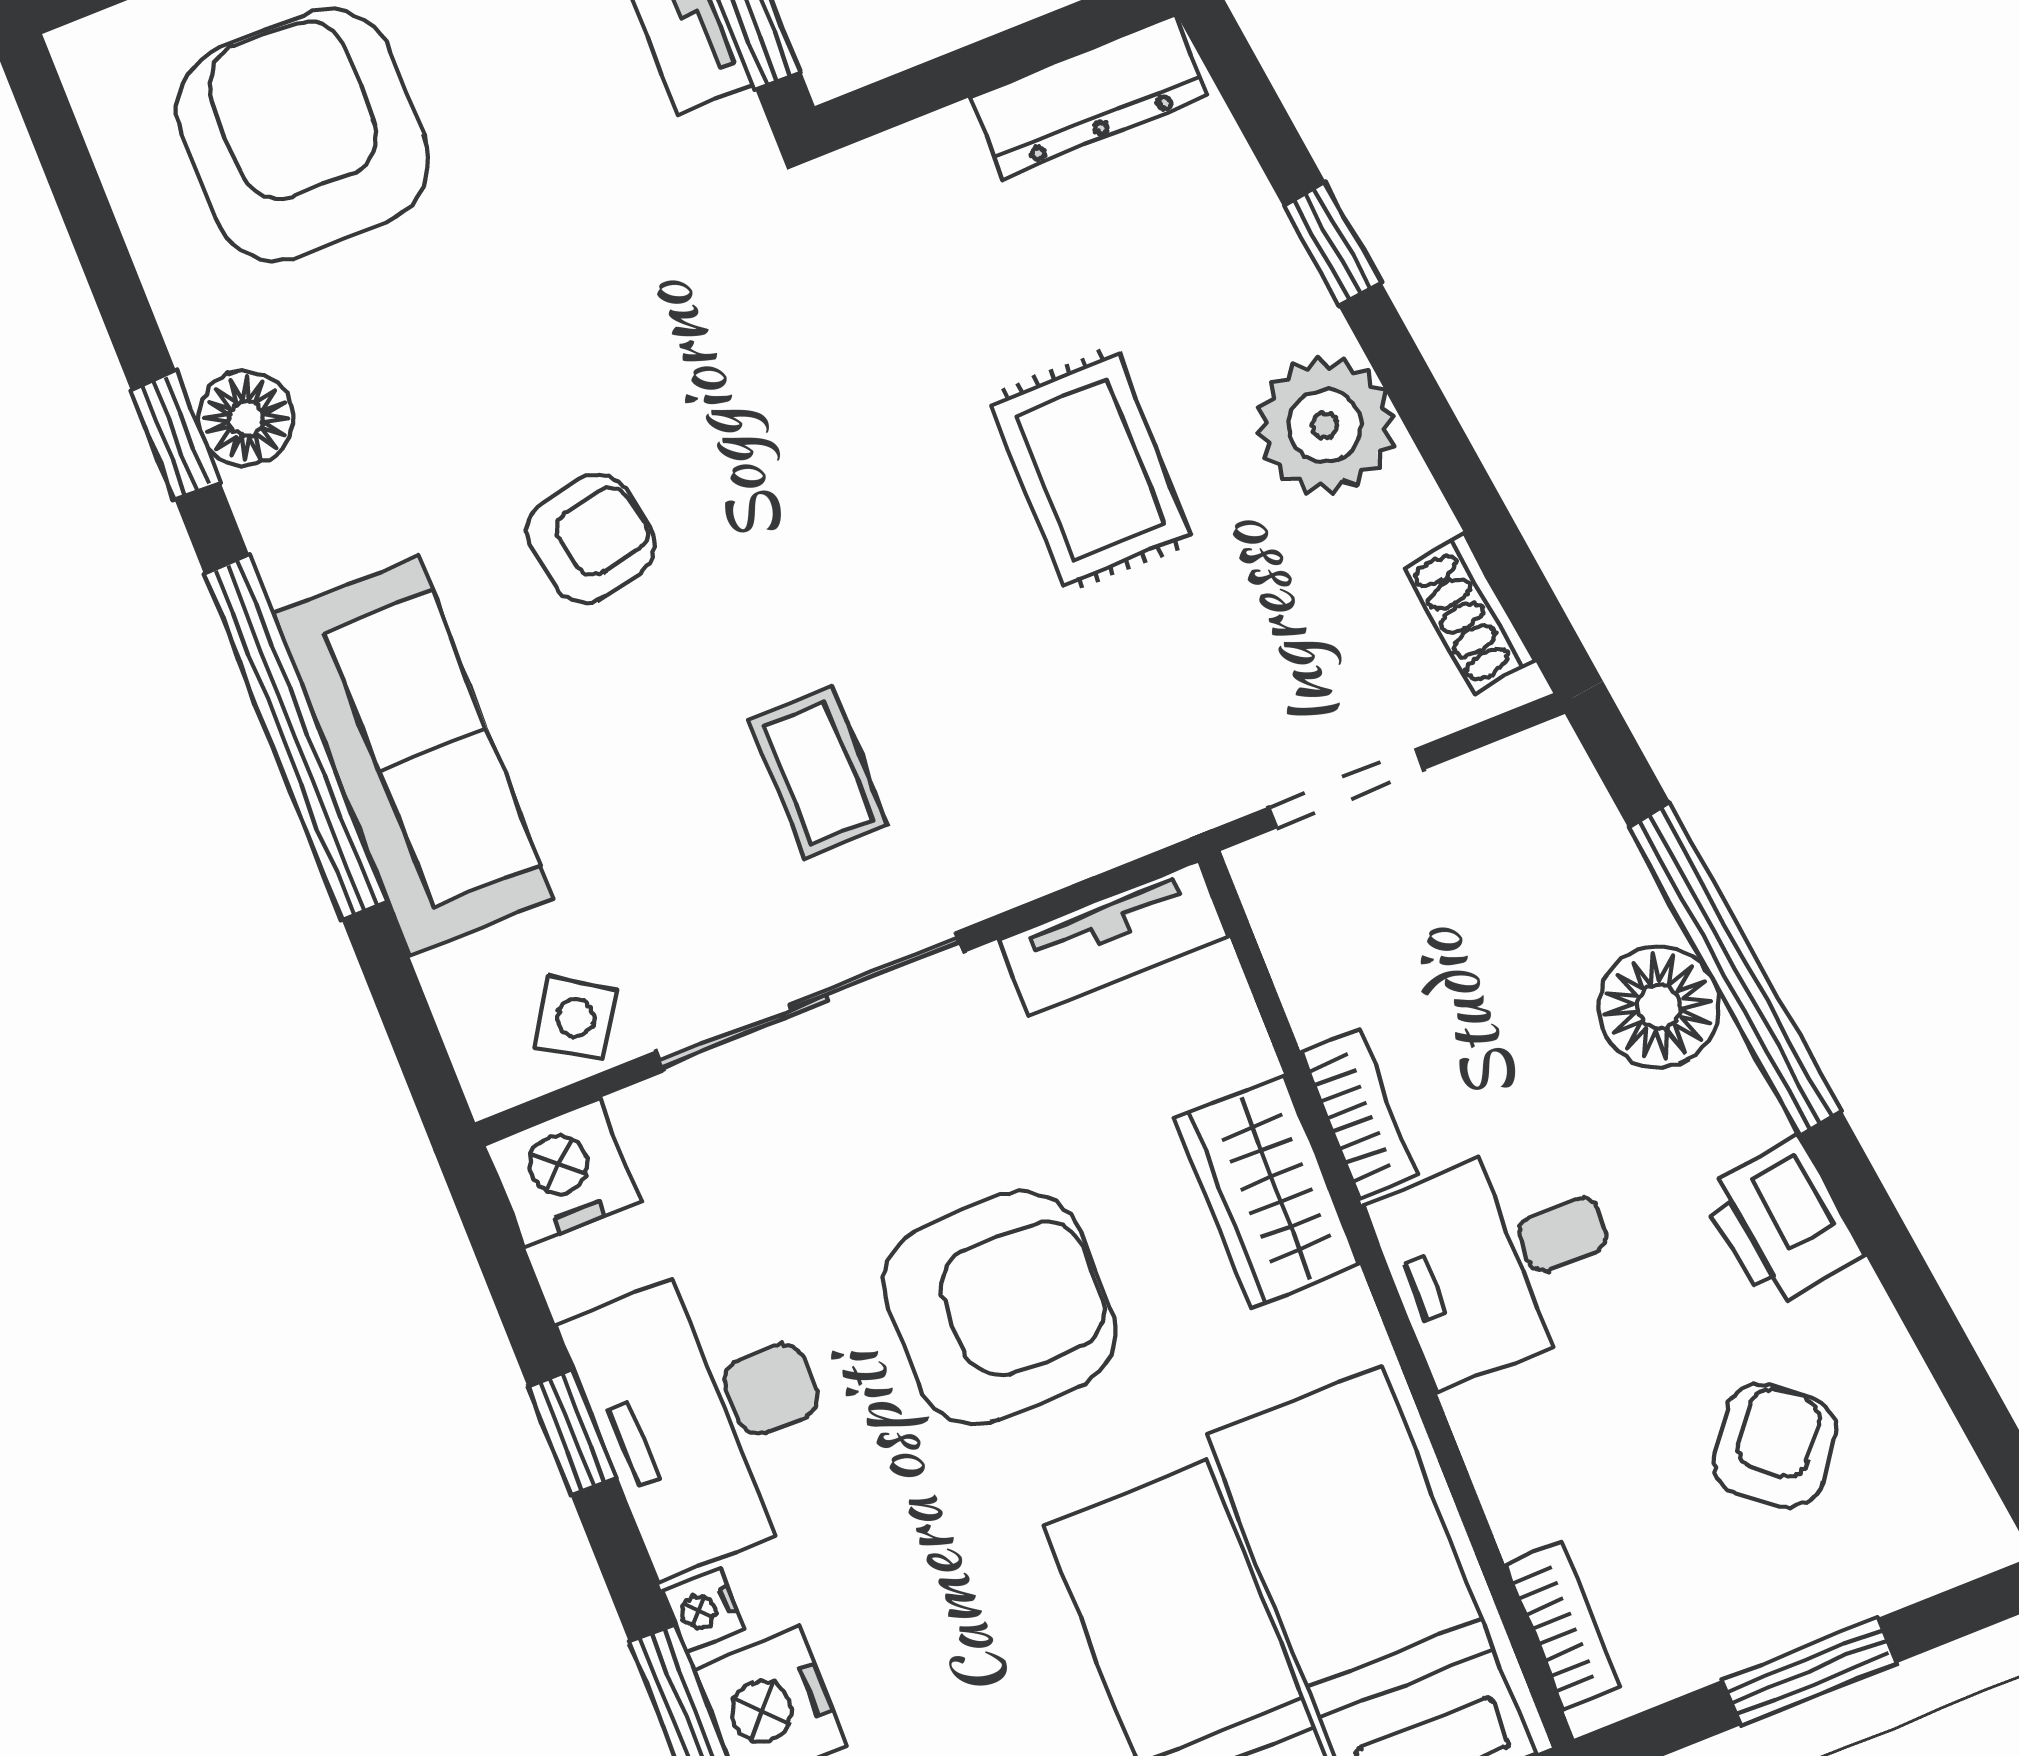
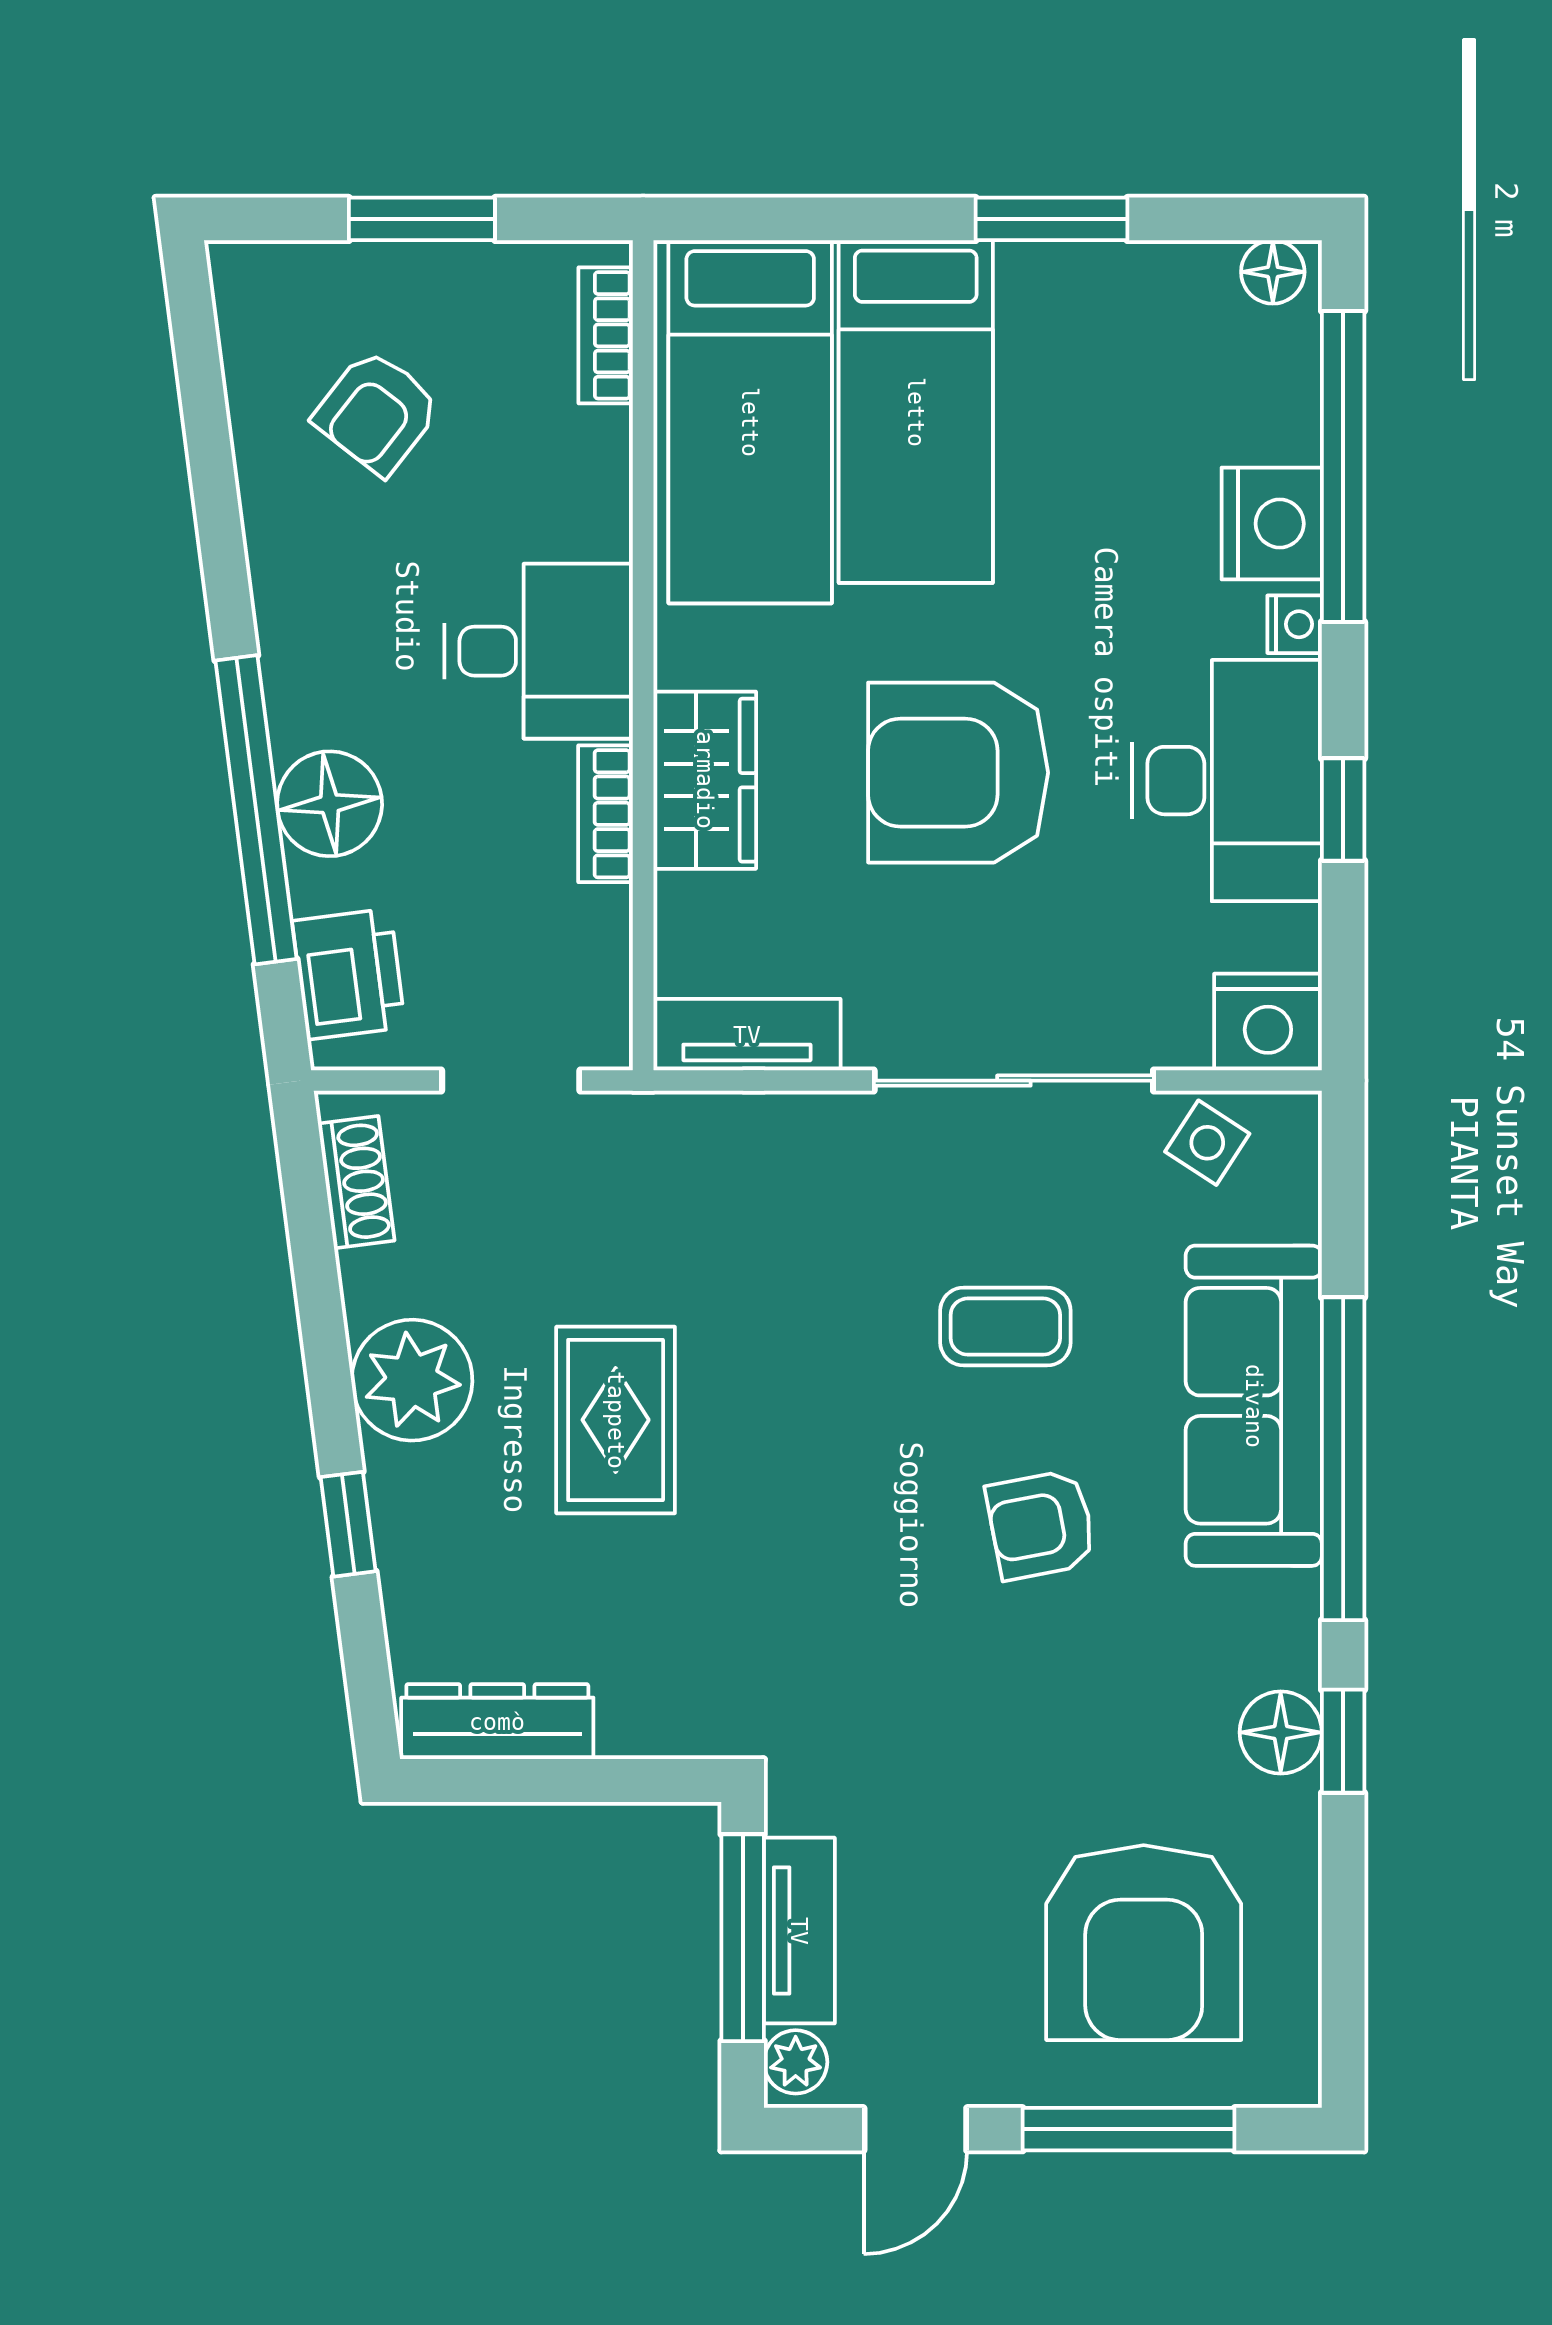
coffee table: (818, 773) -> (1005, 1327), moved, turned 90
printer: (1782, 1222) -> (349, 974), moved

